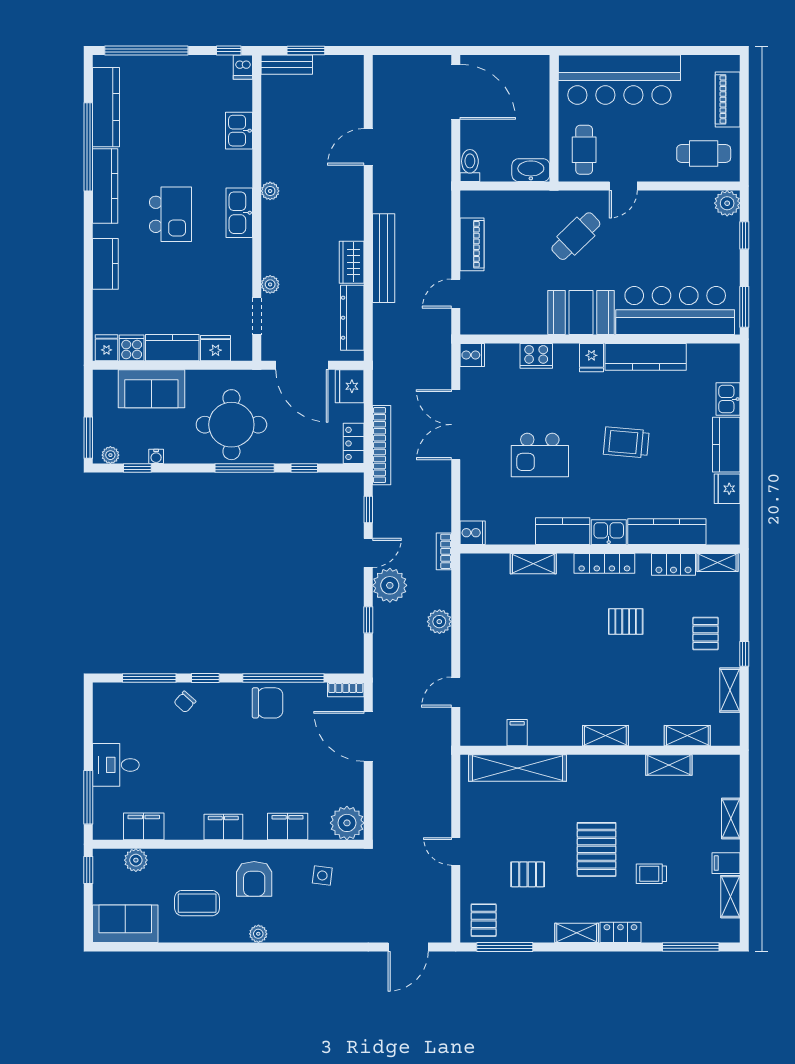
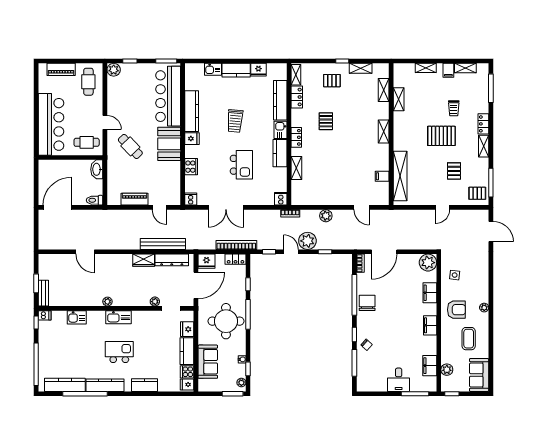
bench: (384, 258) -> (163, 244), moved
locker: (604, 563) -> (296, 137), width x0.66

